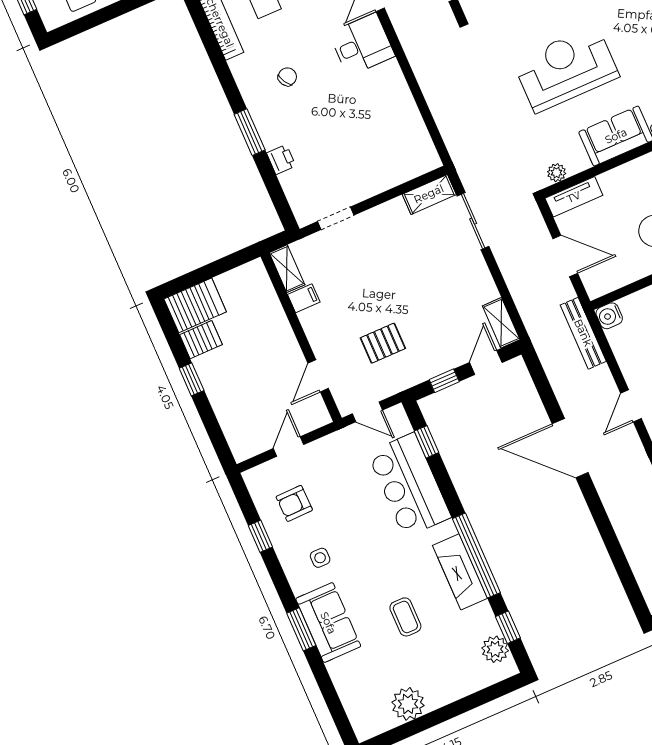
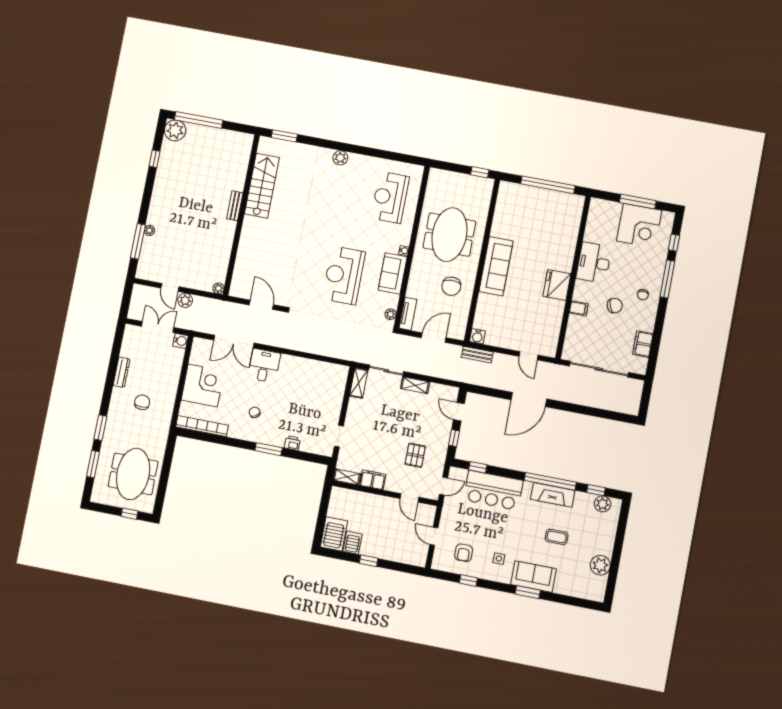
filing cabinet: (304, 298) -> (373, 480), width x2.00
shelving: (501, 323) -> (415, 385), moved
bench: (583, 333) -> (477, 355), width x0.73

